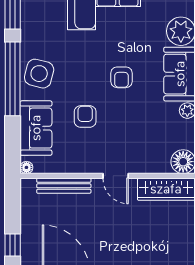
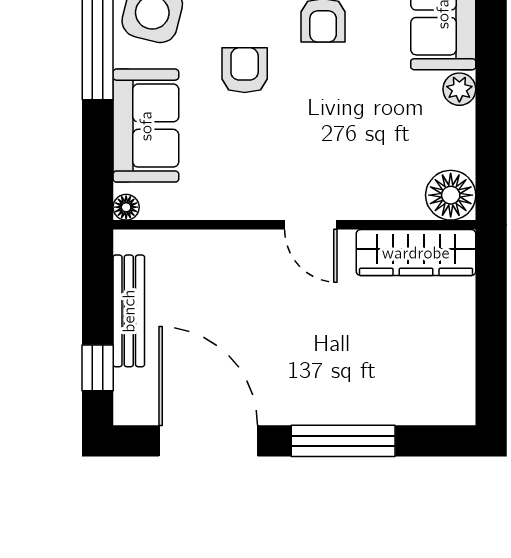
armchair: (85, 116) -> (245, 70), moved
bench: (64, 186) -> (129, 311), moved, turned 90

